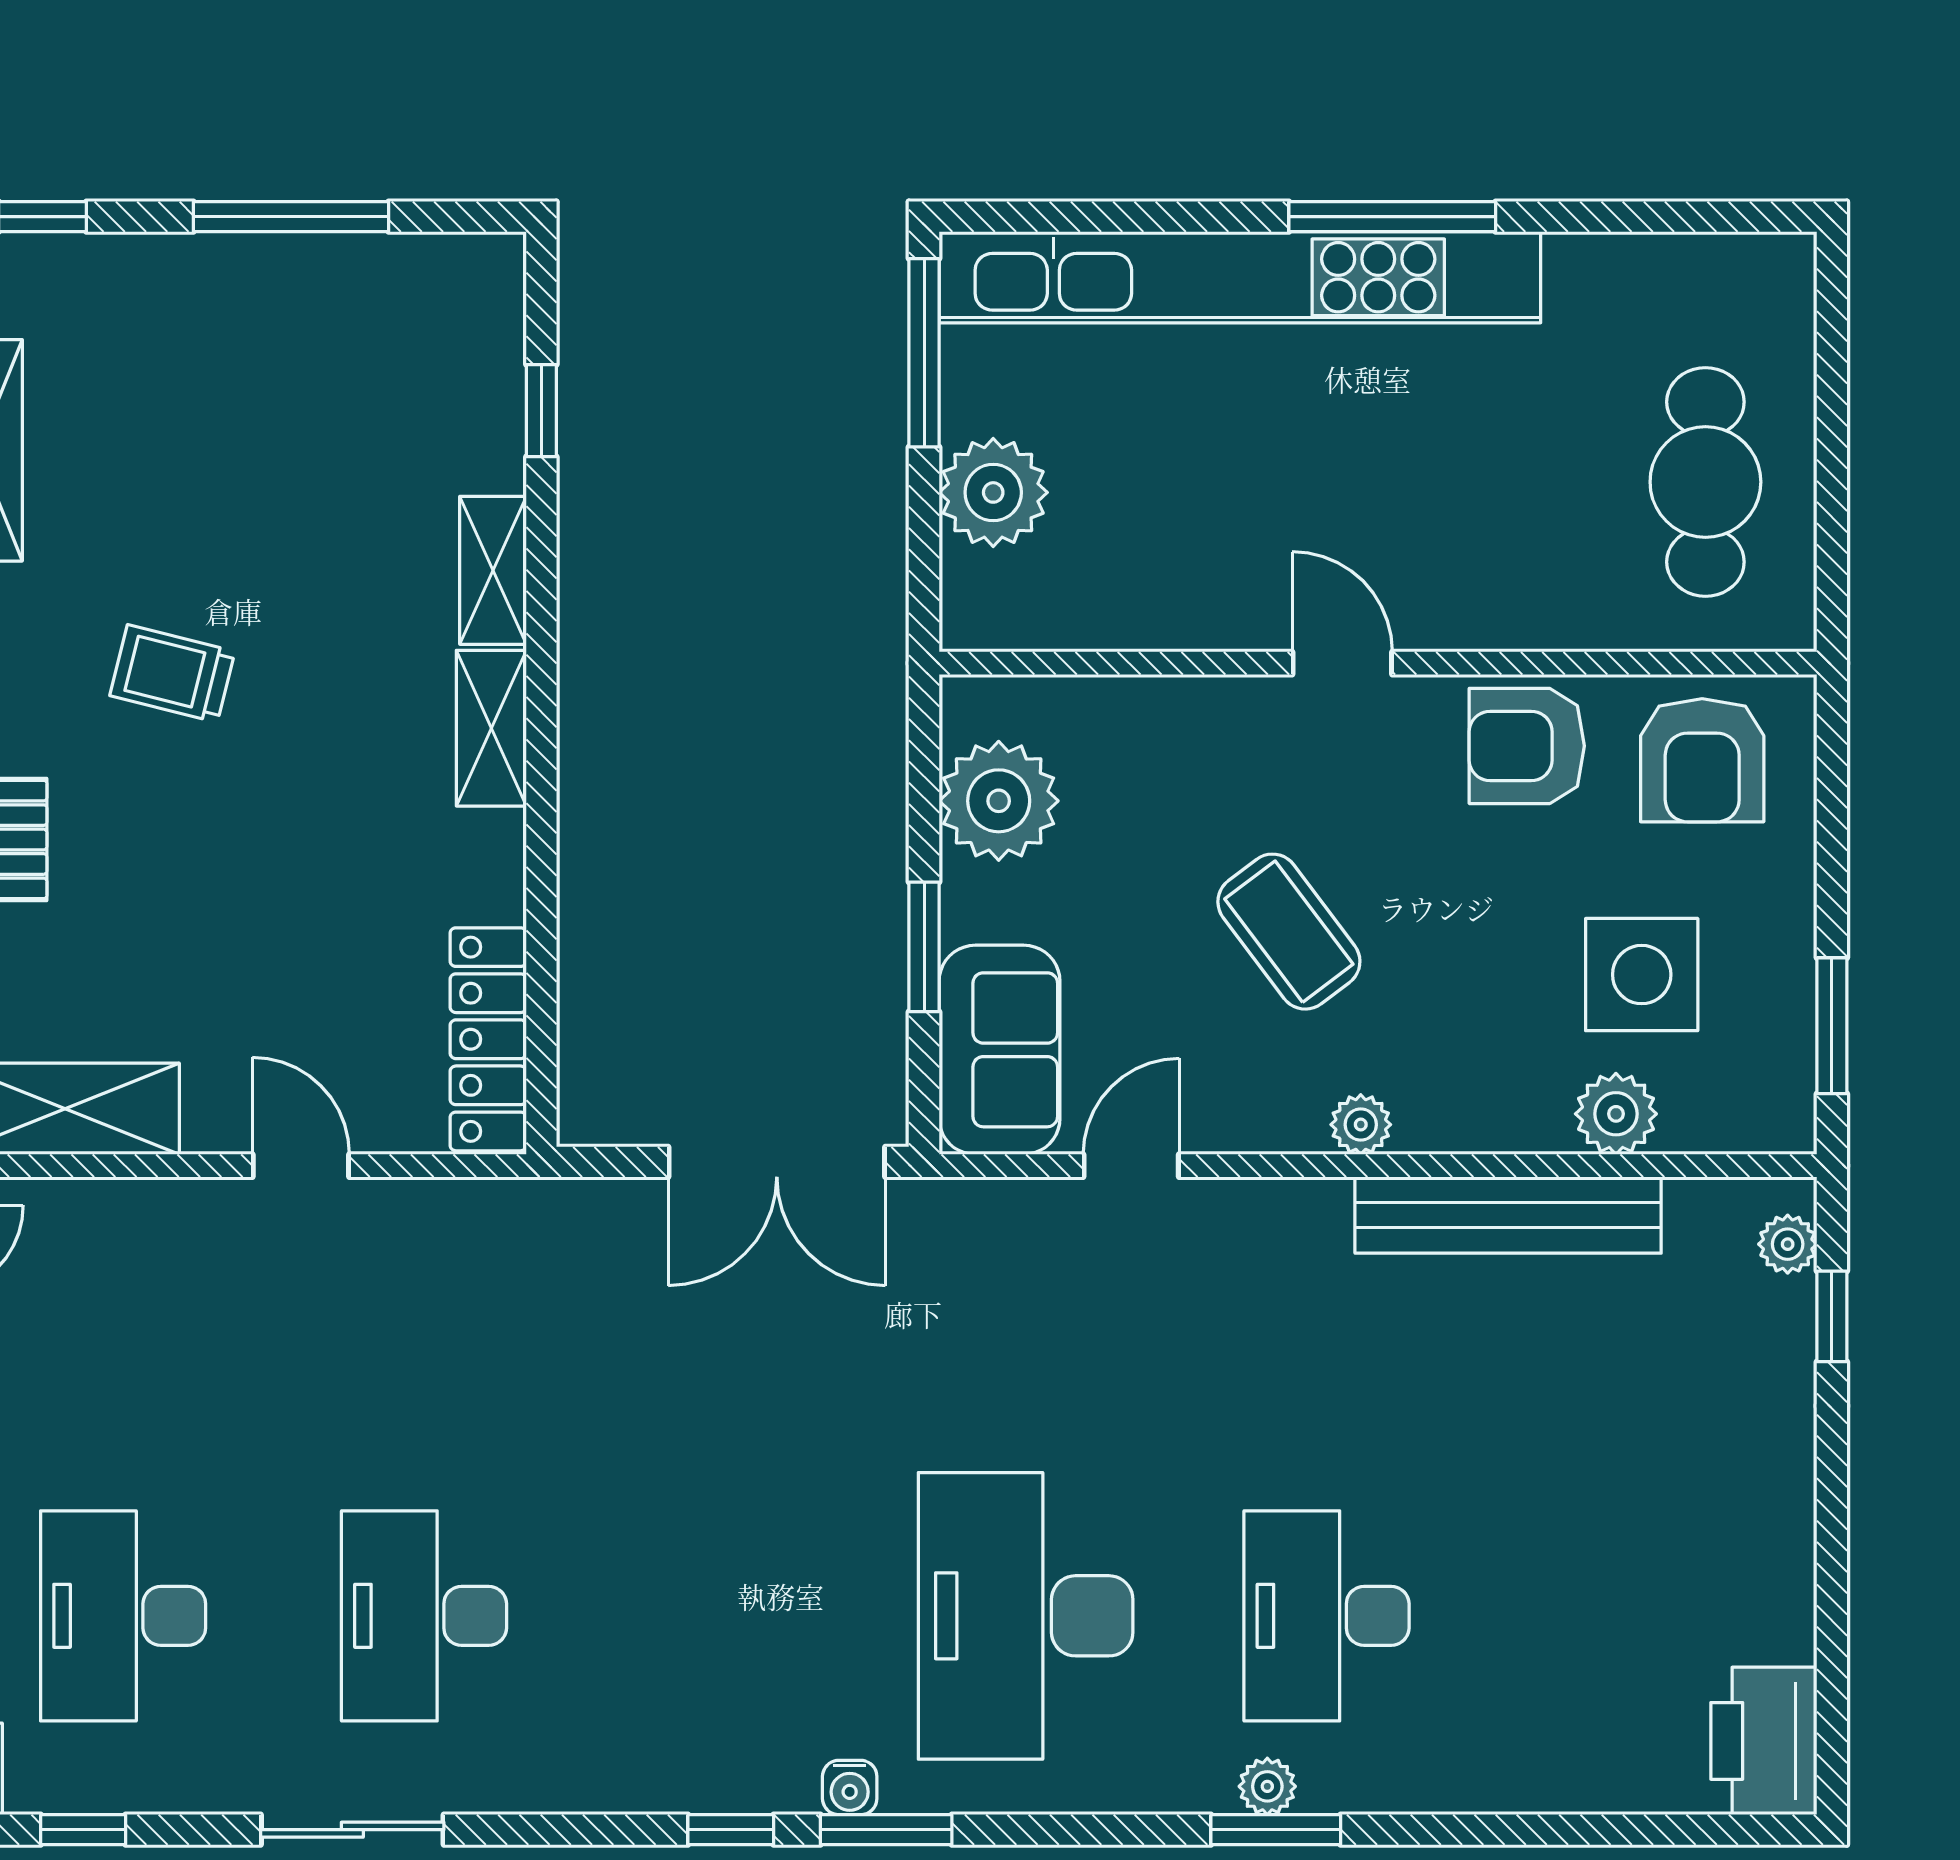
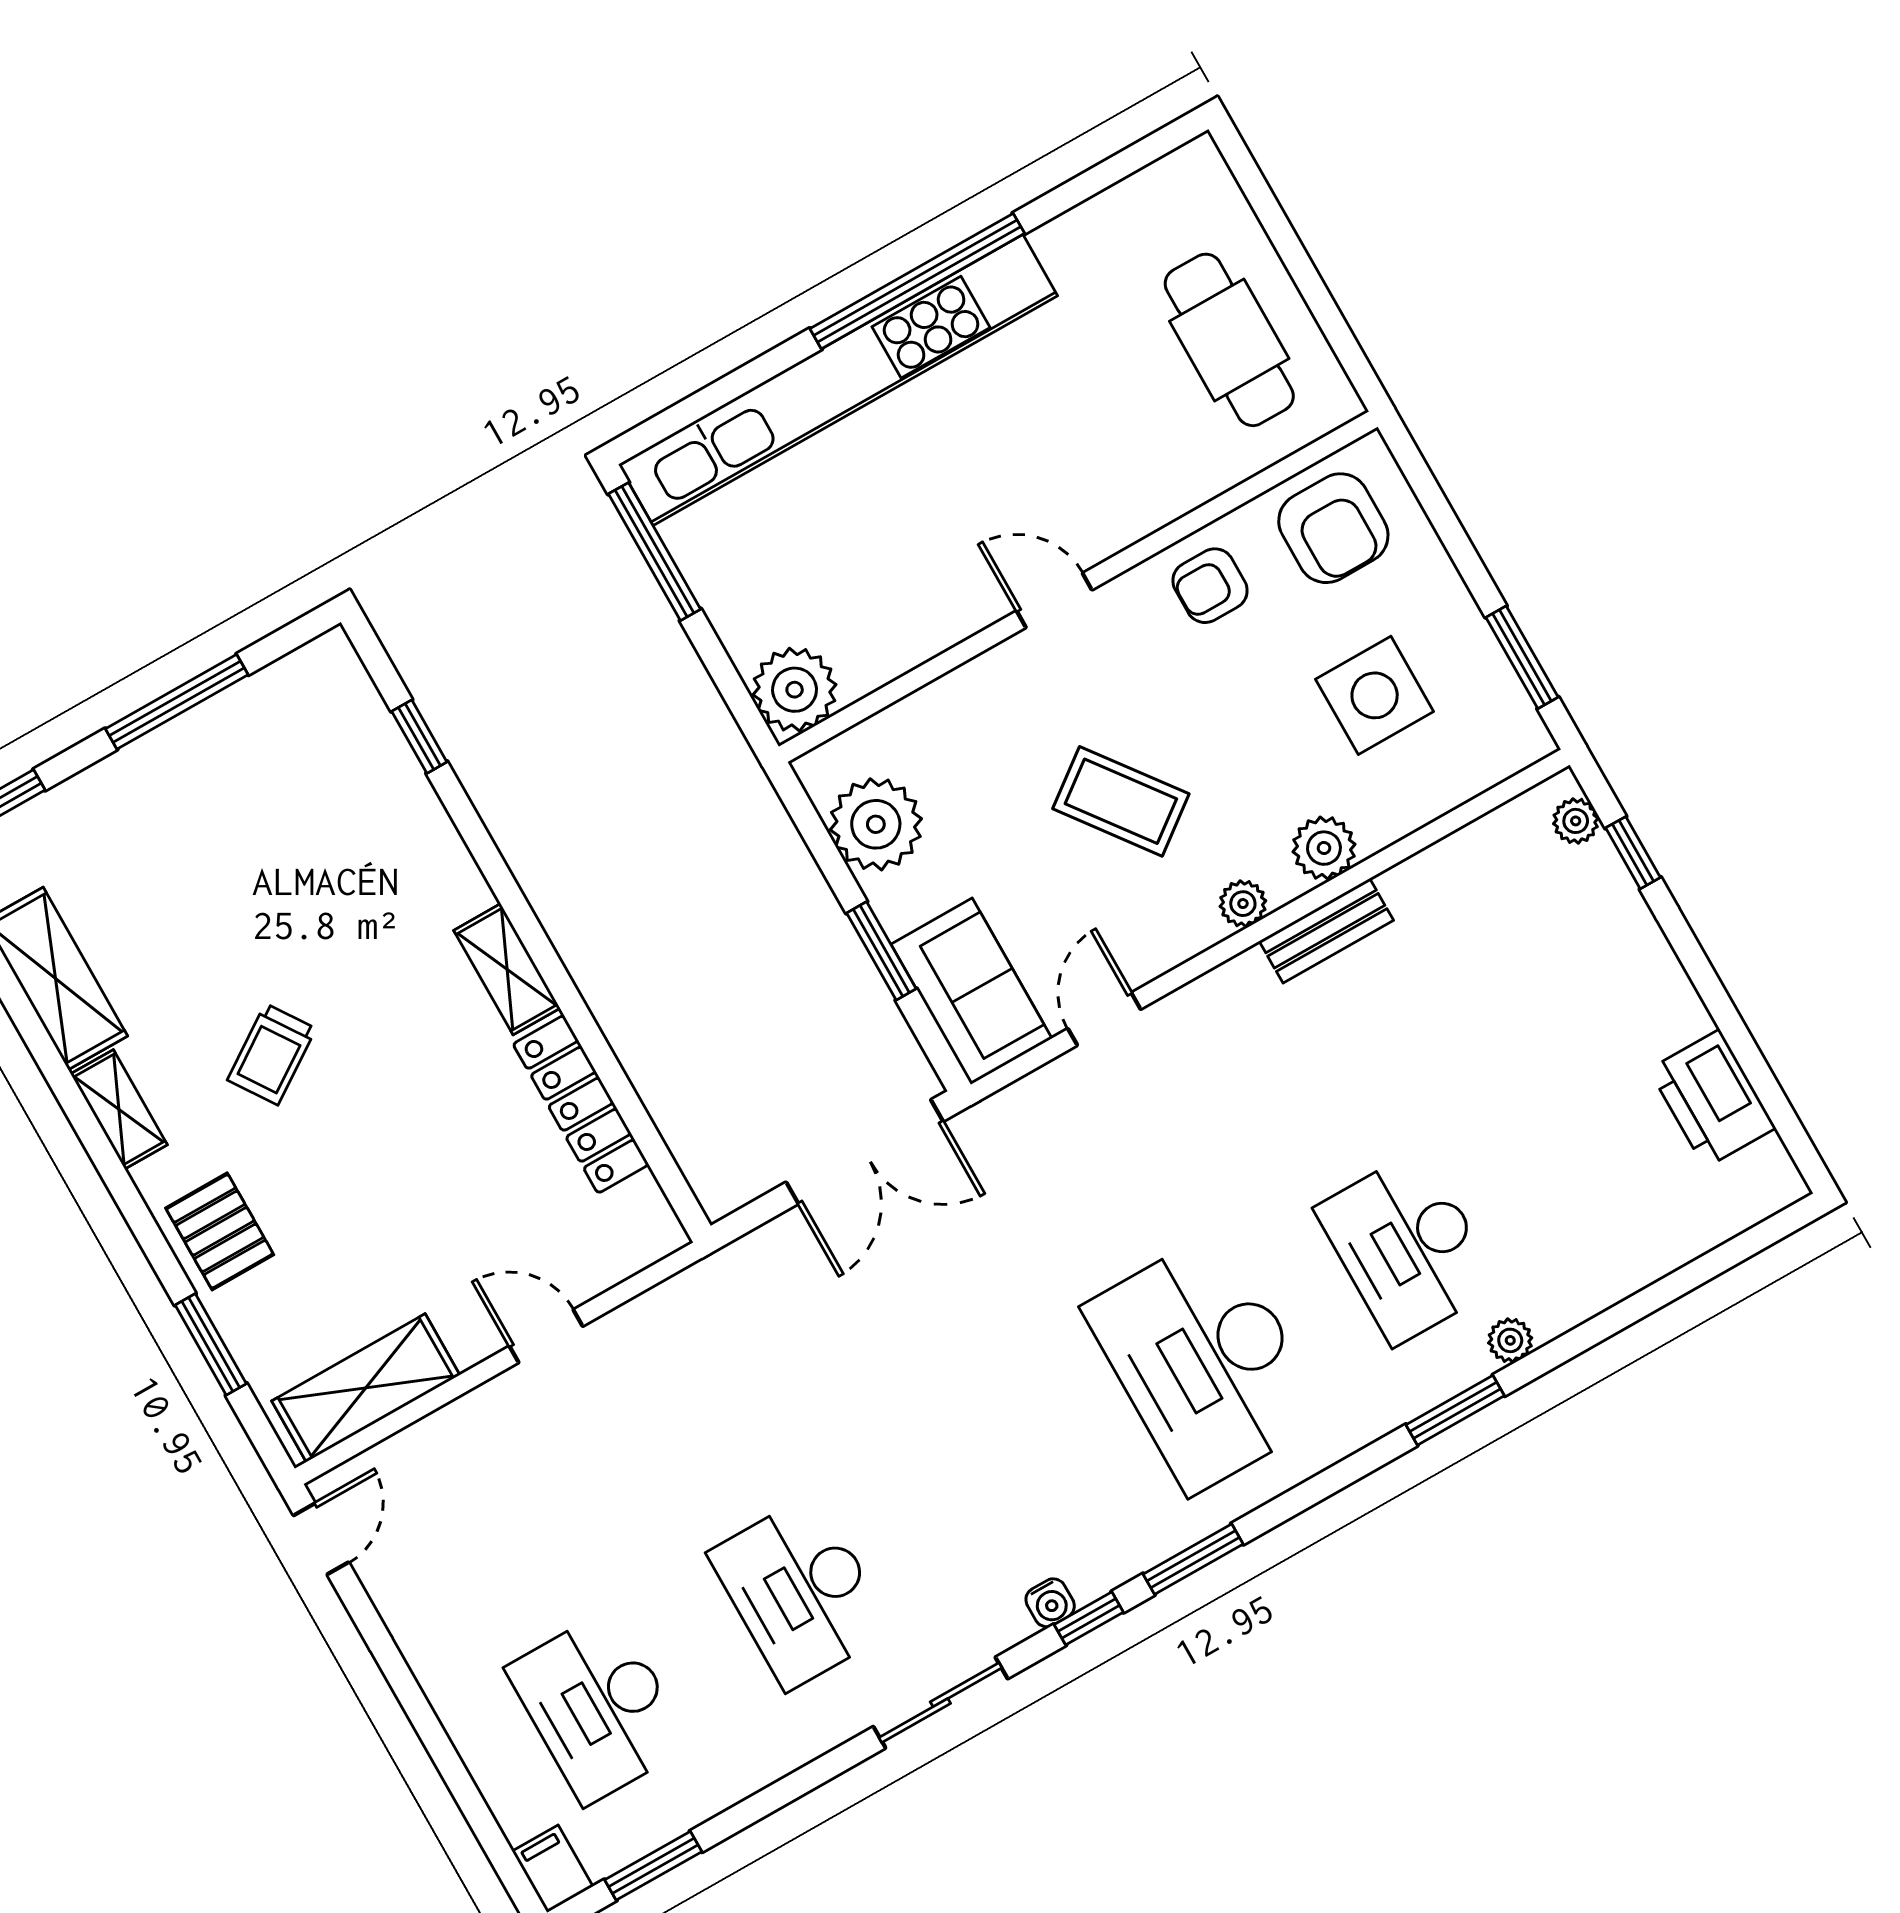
window: (1392, 217) -> (917, 281), width x1.46
plant: (993, 492) -> (795, 690), moved
shelving: (493, 570) -> (448, 862), removed
trolley: (172, 674) -> (272, 1054), turned -48
armchair: (1527, 746) -> (1210, 586), width x0.72, depth x0.72
locker: (488, 1039) -> (581, 1104), moved
plant: (1616, 1114) -> (1324, 848), moved
bench: (1508, 1215) -> (1326, 931), width x0.54, depth x0.82
printer: (1764, 1741) -> (1712, 1099), moved
plant: (1267, 1786) -> (1510, 1340), moved
water cooler: (850, 1787) -> (1050, 1603), moved
window: (83, 1830) -> (653, 1866), width x1.50
sliding door: (352, 1830) -> (940, 1703), moved

